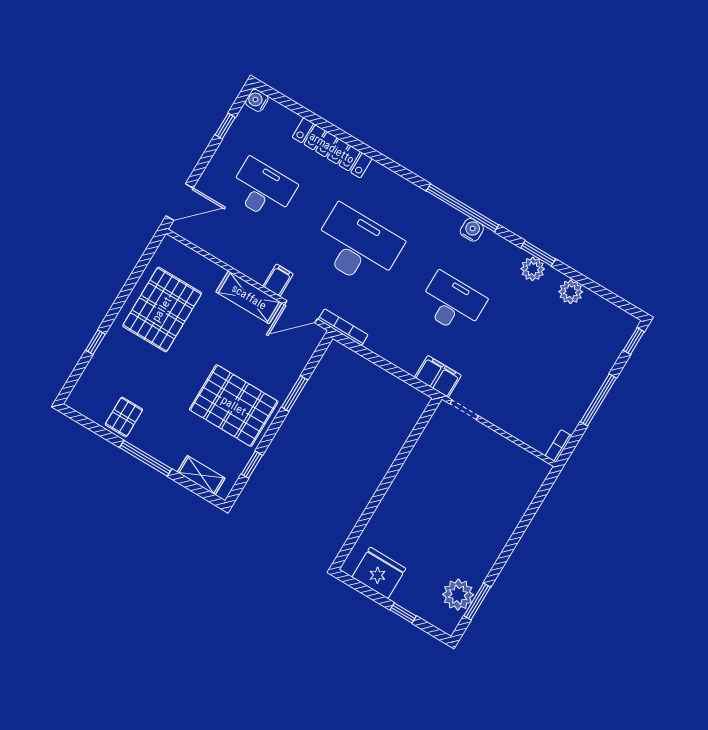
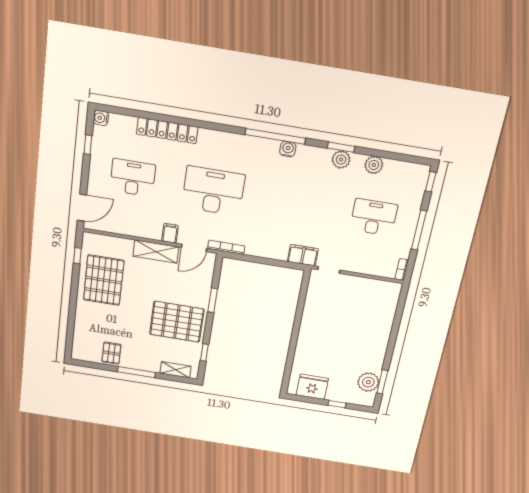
desk: (452, 303) -> (374, 217), moved
window: (95, 342) -> (77, 256), moved

